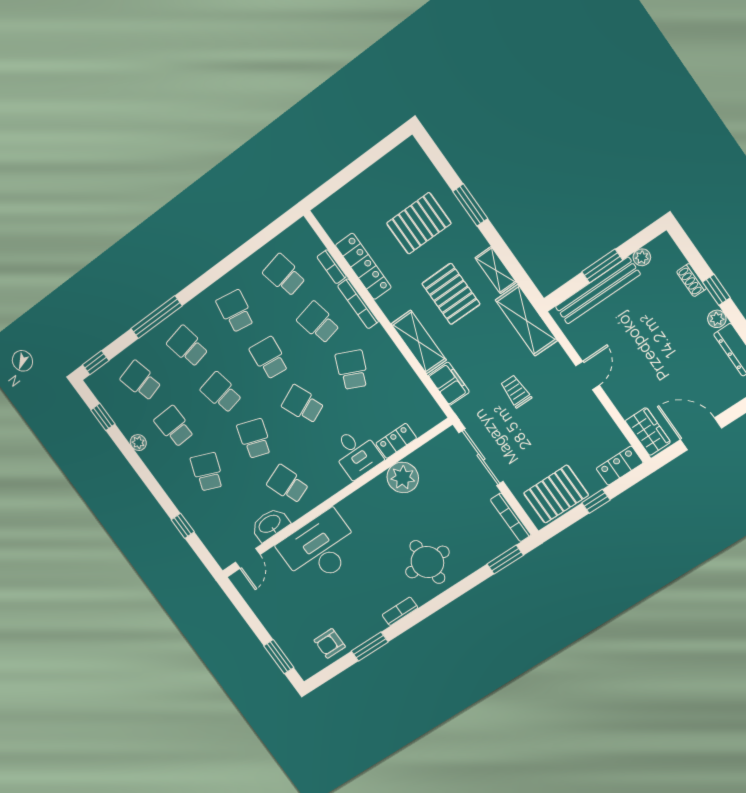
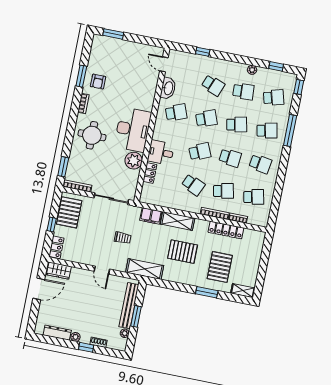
shelving: (496, 270) -> (243, 291), moved
school desk: (254, 438) -> (206, 119), turned -39
desk: (320, 549) -> (133, 130), moved
armchair: (330, 643) -> (98, 82), moved, turned 180

